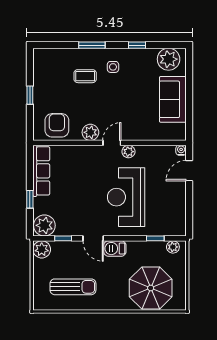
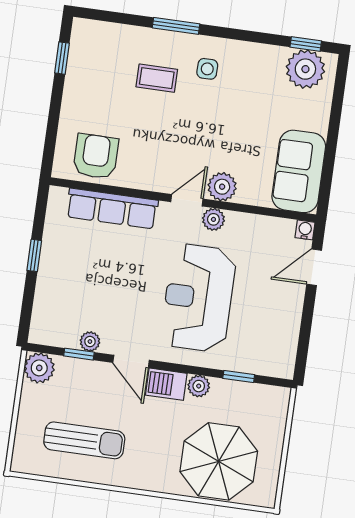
window: (137, 45) -> (306, 44), moved
window: (30, 95) -> (62, 58), moved
sofa: (173, 99) -> (299, 171), moved
plant: (90, 132) -> (222, 187), moved
row of seats: (41, 171) -> (112, 209), moved, turned 90
window: (30, 199) -> (34, 255), moved
plant: (44, 225) -> (90, 342), moved, width x0.53, depth x0.53
plant: (173, 247) -> (199, 386), moved

